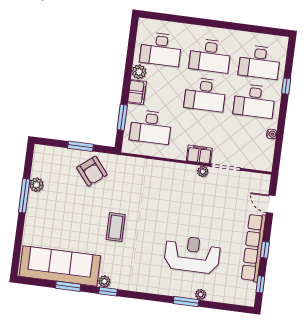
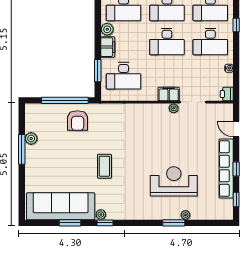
window: (81, 146) -> (65, 100), width x2.11
printer: (265, 163) -> (227, 94), added
armchair: (92, 171) -> (78, 121), turned 39

